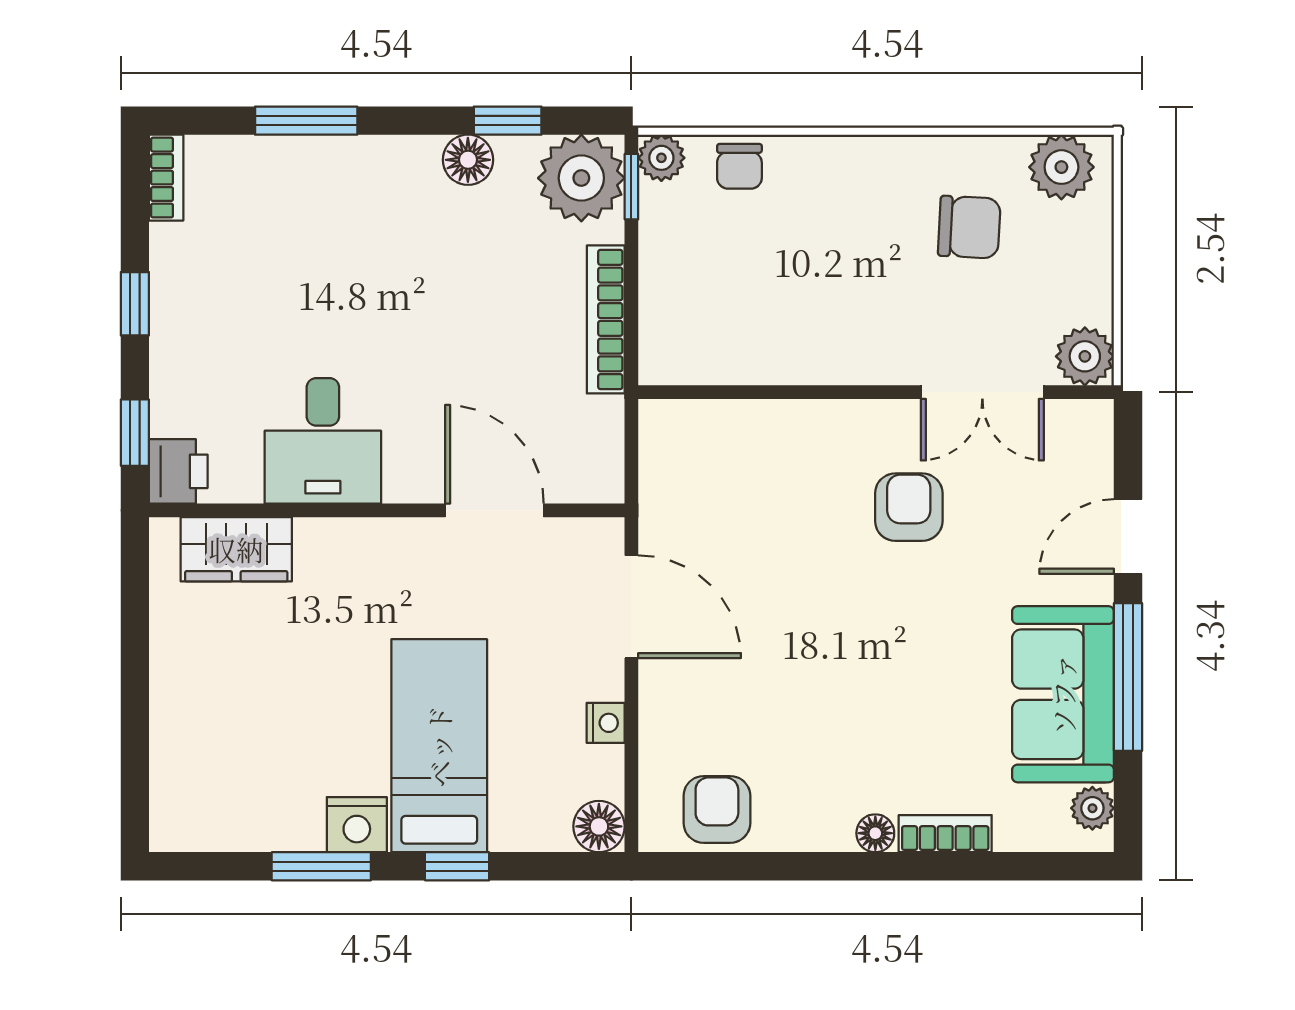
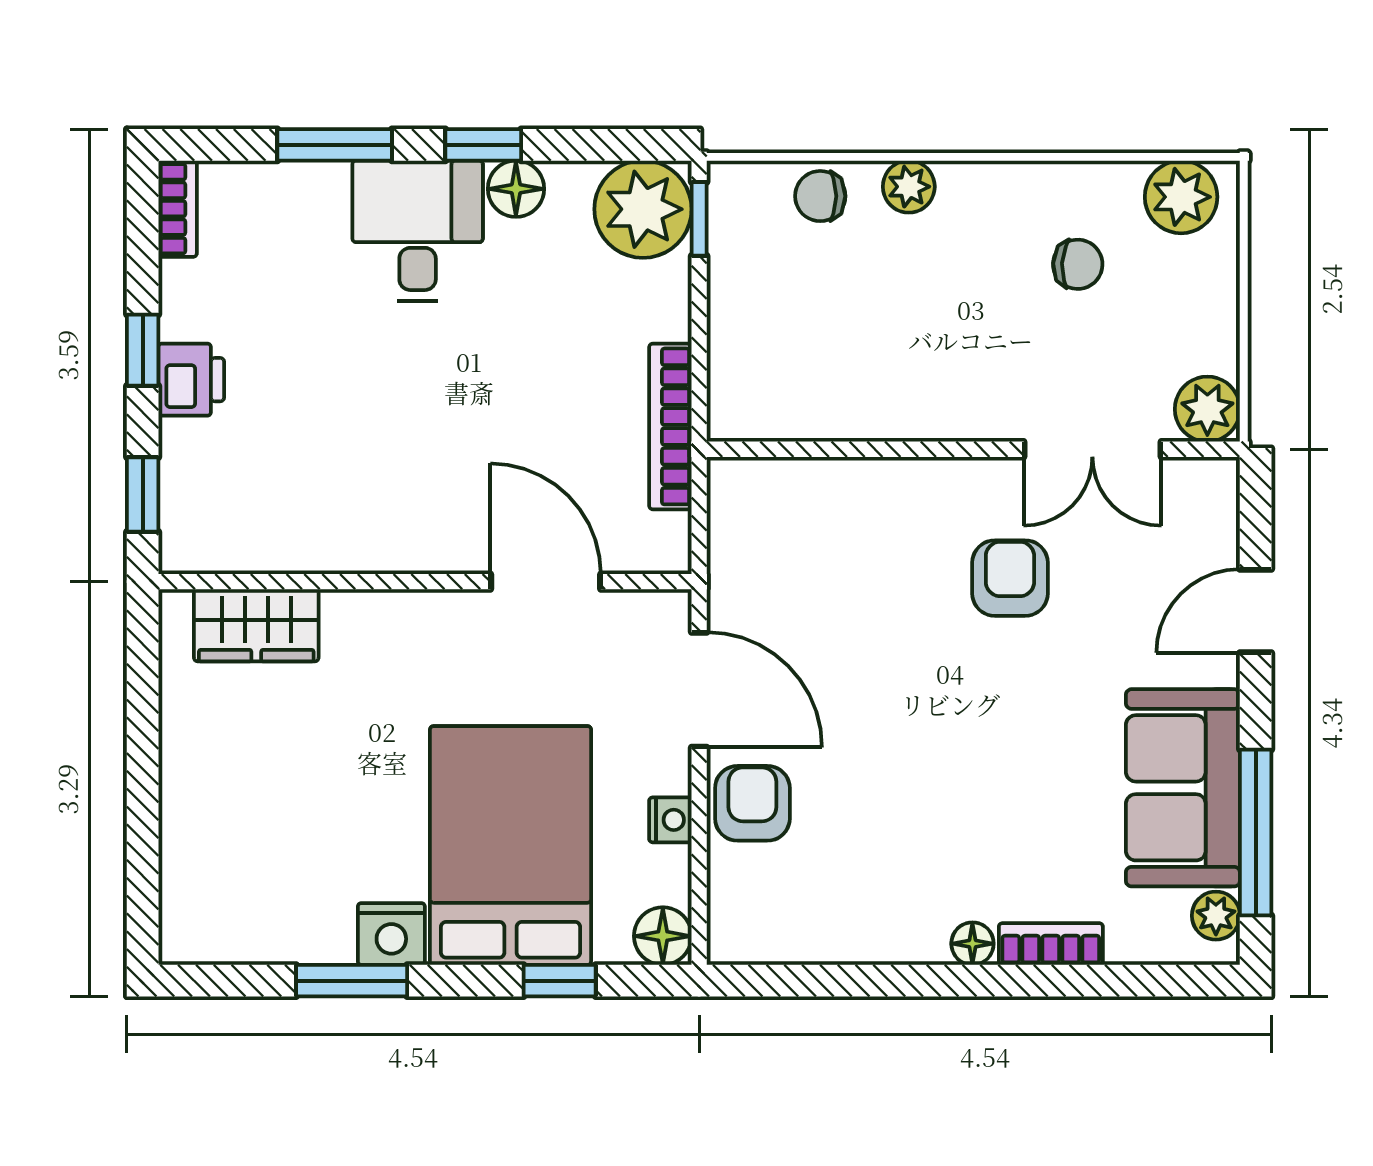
window: (508, 121) -> (483, 145), moved
plant: (661, 158) -> (909, 187), moved
chair: (739, 166) -> (820, 196), turned 90
chair: (969, 227) -> (1078, 264), width x0.73, depth x0.73
bookcase: (606, 319) -> (670, 426), moved
desk: (323, 441) -> (418, 231), moved, turned 180
printer: (178, 471) -> (191, 380), moved
window: (1128, 677) -> (1256, 833), moved
bed: (439, 746) -> (511, 845), width x1.50
armchair: (717, 809) -> (752, 803), moved
window: (457, 866) -> (560, 981), moved

